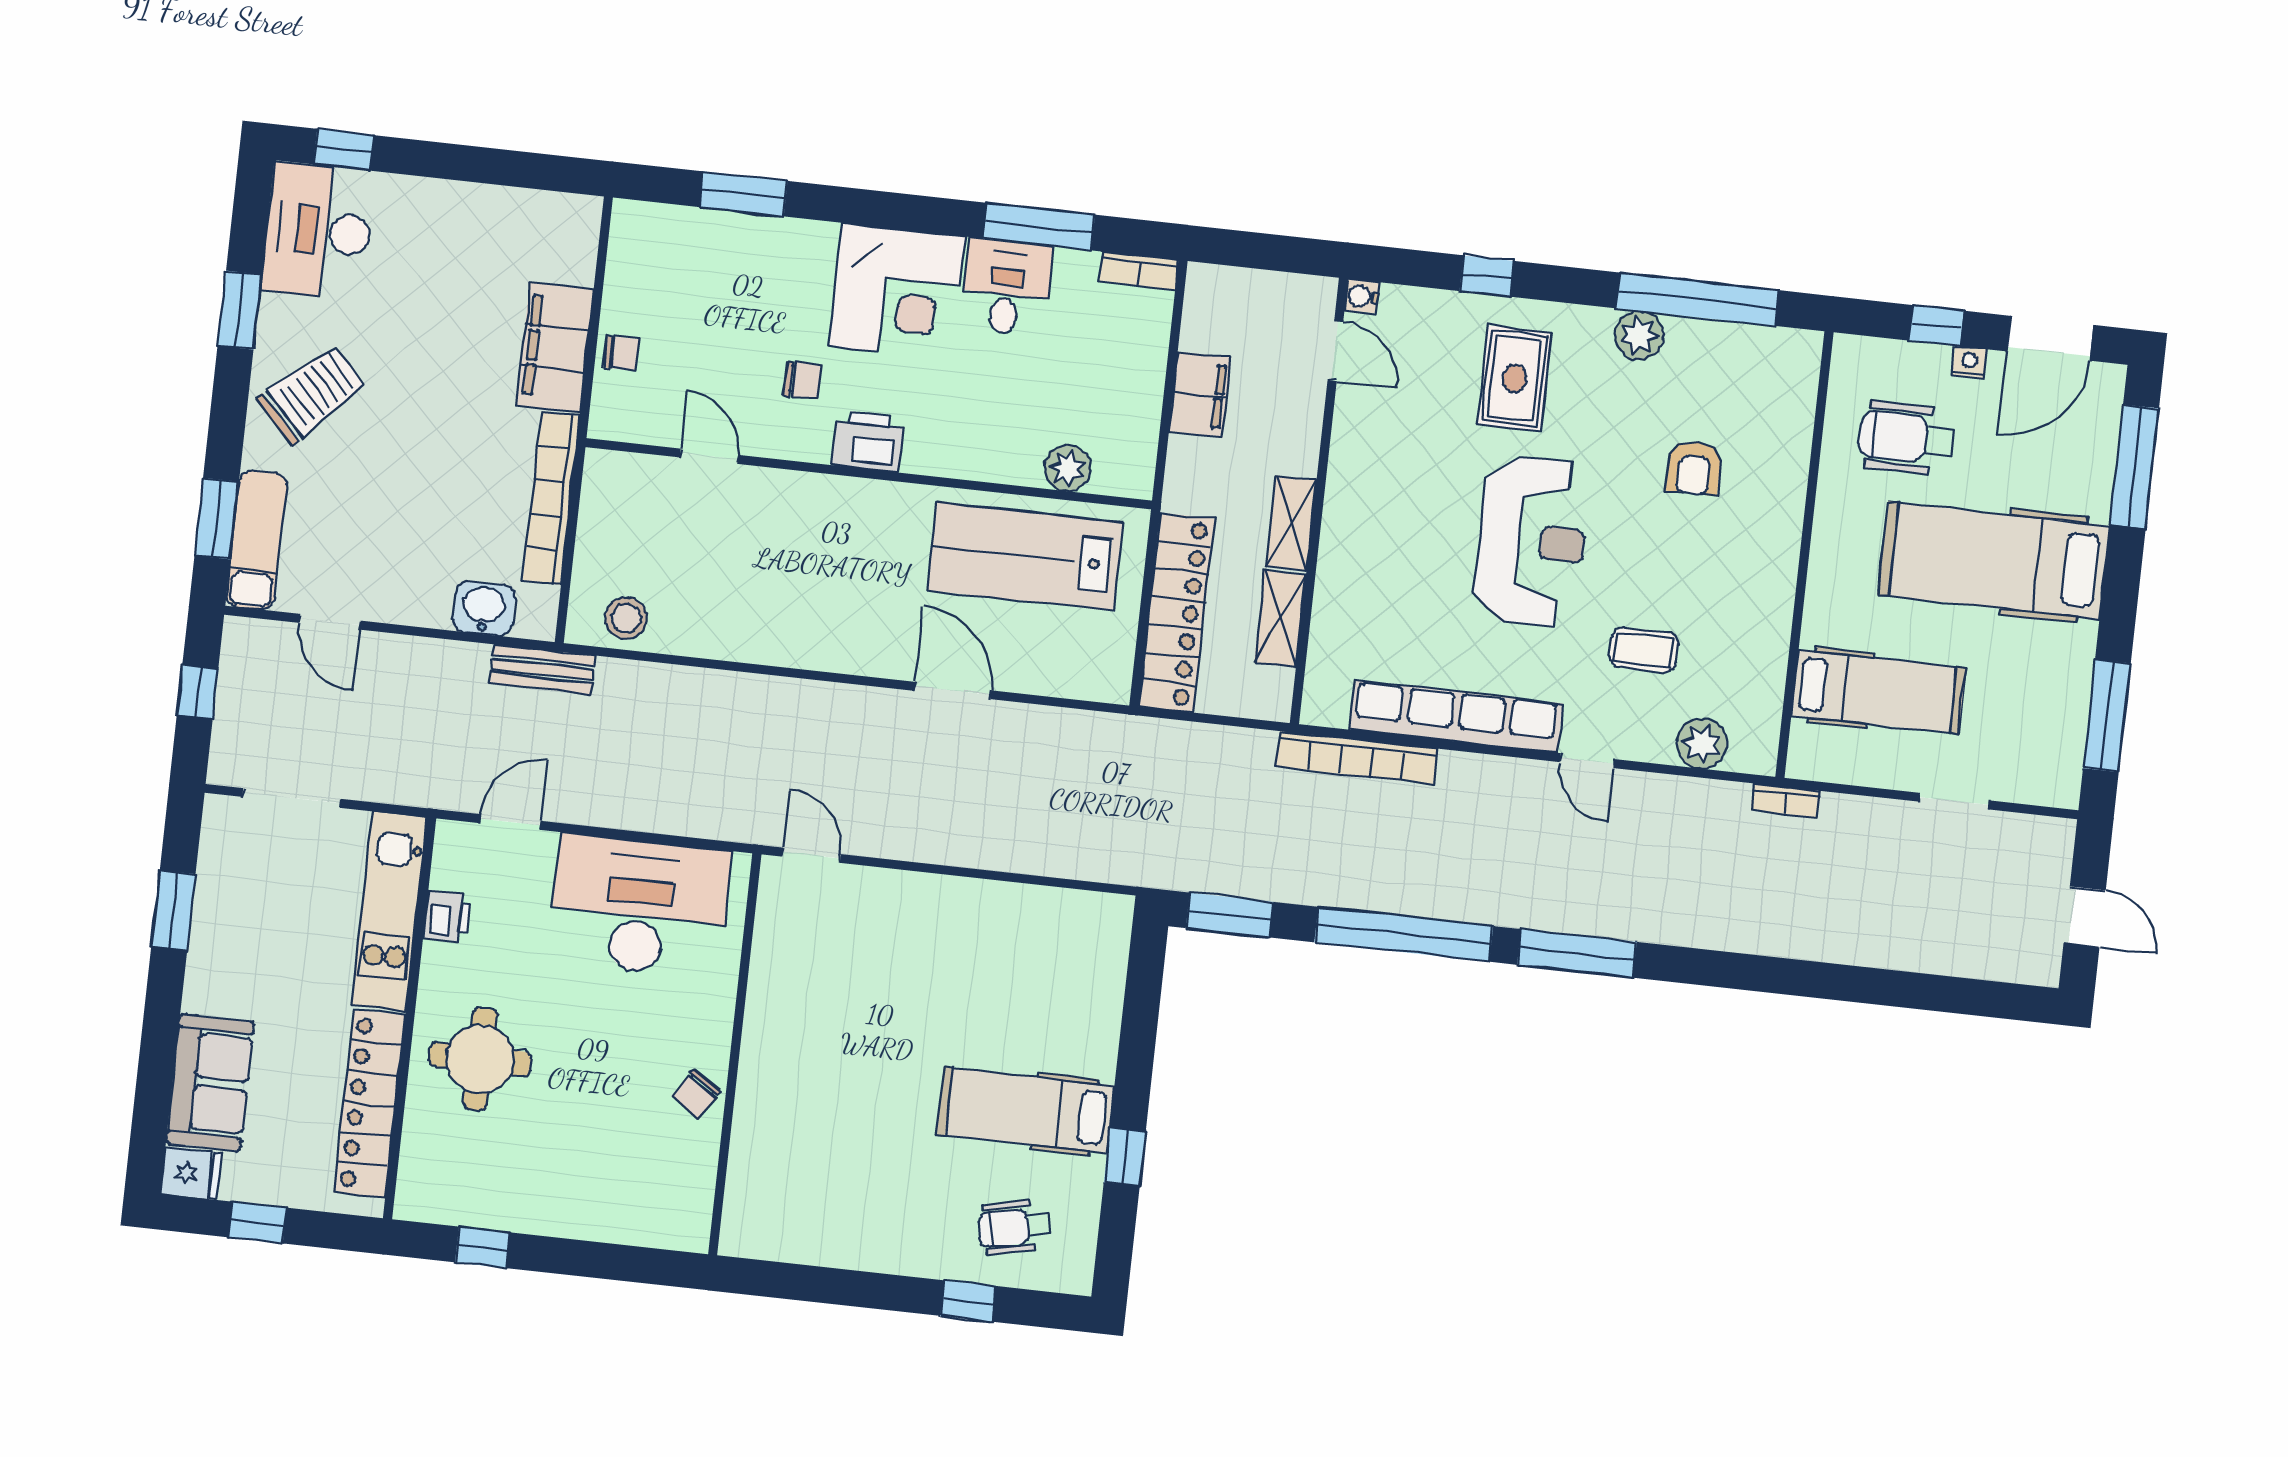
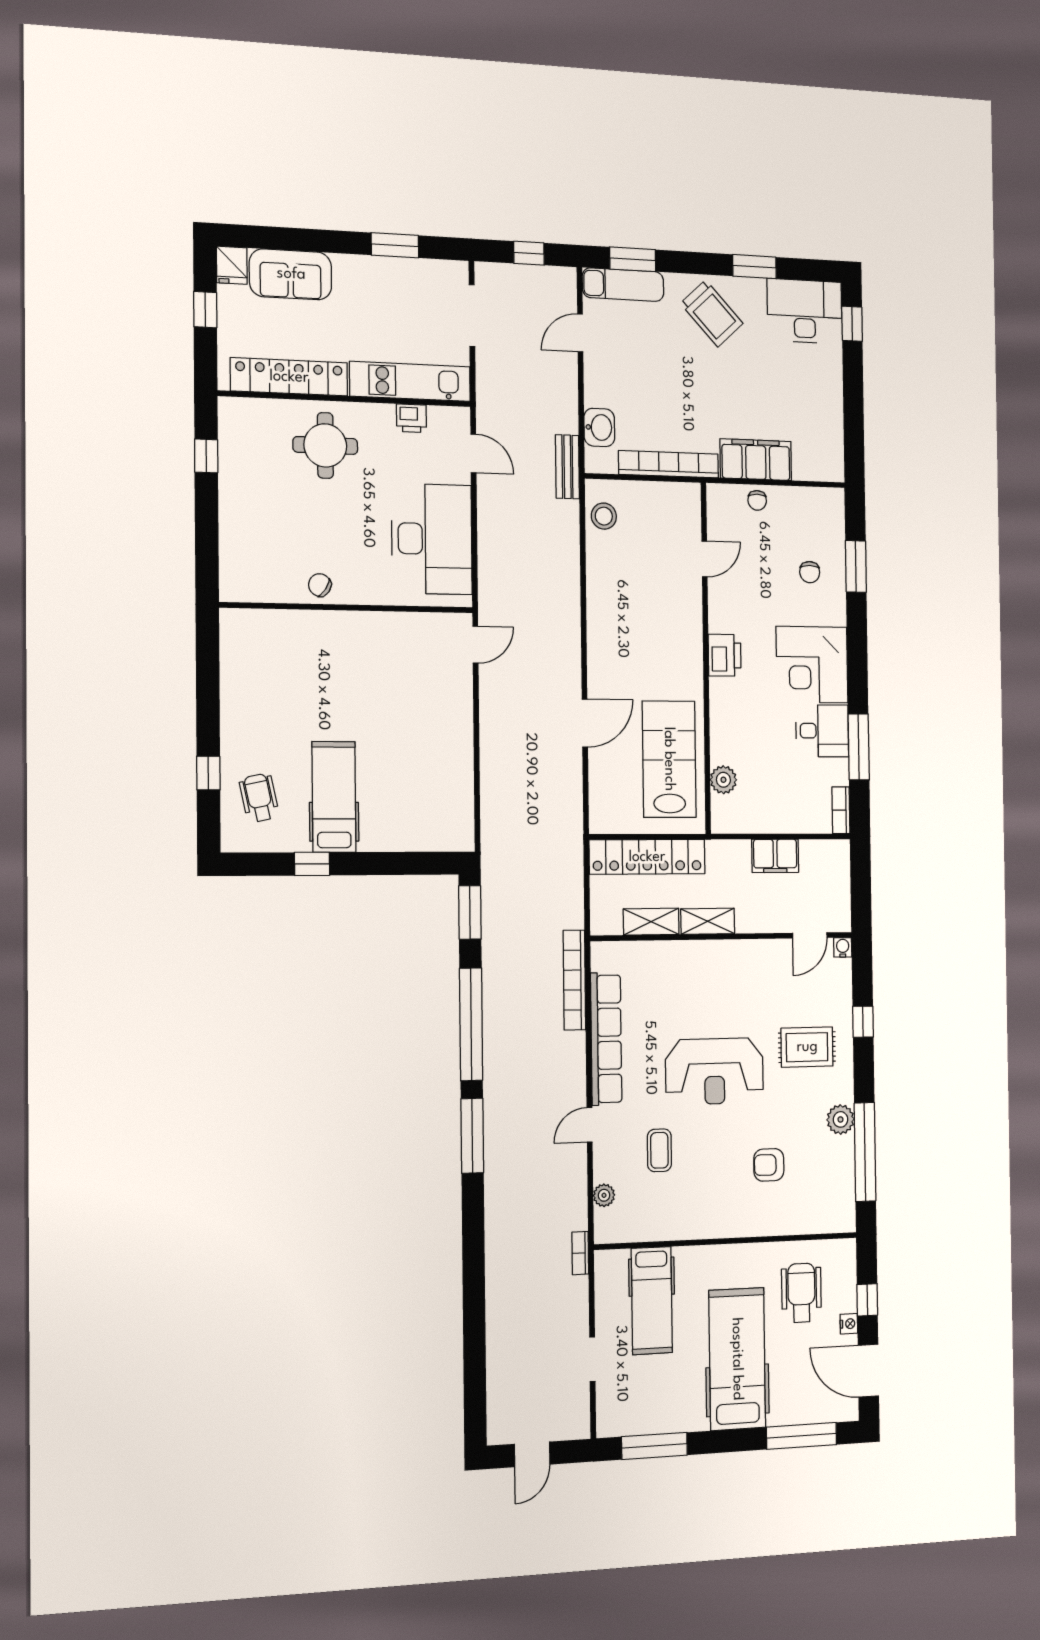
chair: (803, 380) -> (810, 572), moved
plant: (1702, 744) -> (604, 1195), width x0.73, depth x0.73

